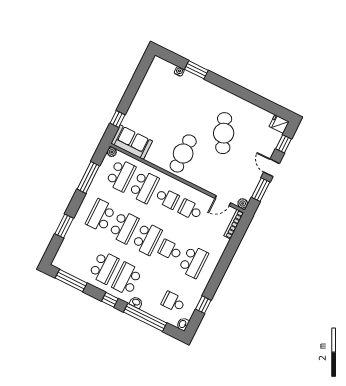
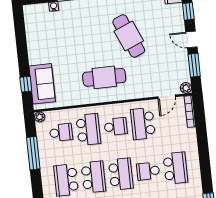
sofa: (132, 142) -> (42, 84), moved, turned 90
cafe table: (183, 153) -> (104, 77), turned 90
school desk: (121, 175) -> (61, 132), width x0.54
school desk: (190, 210) -> (143, 124), width x1.85

